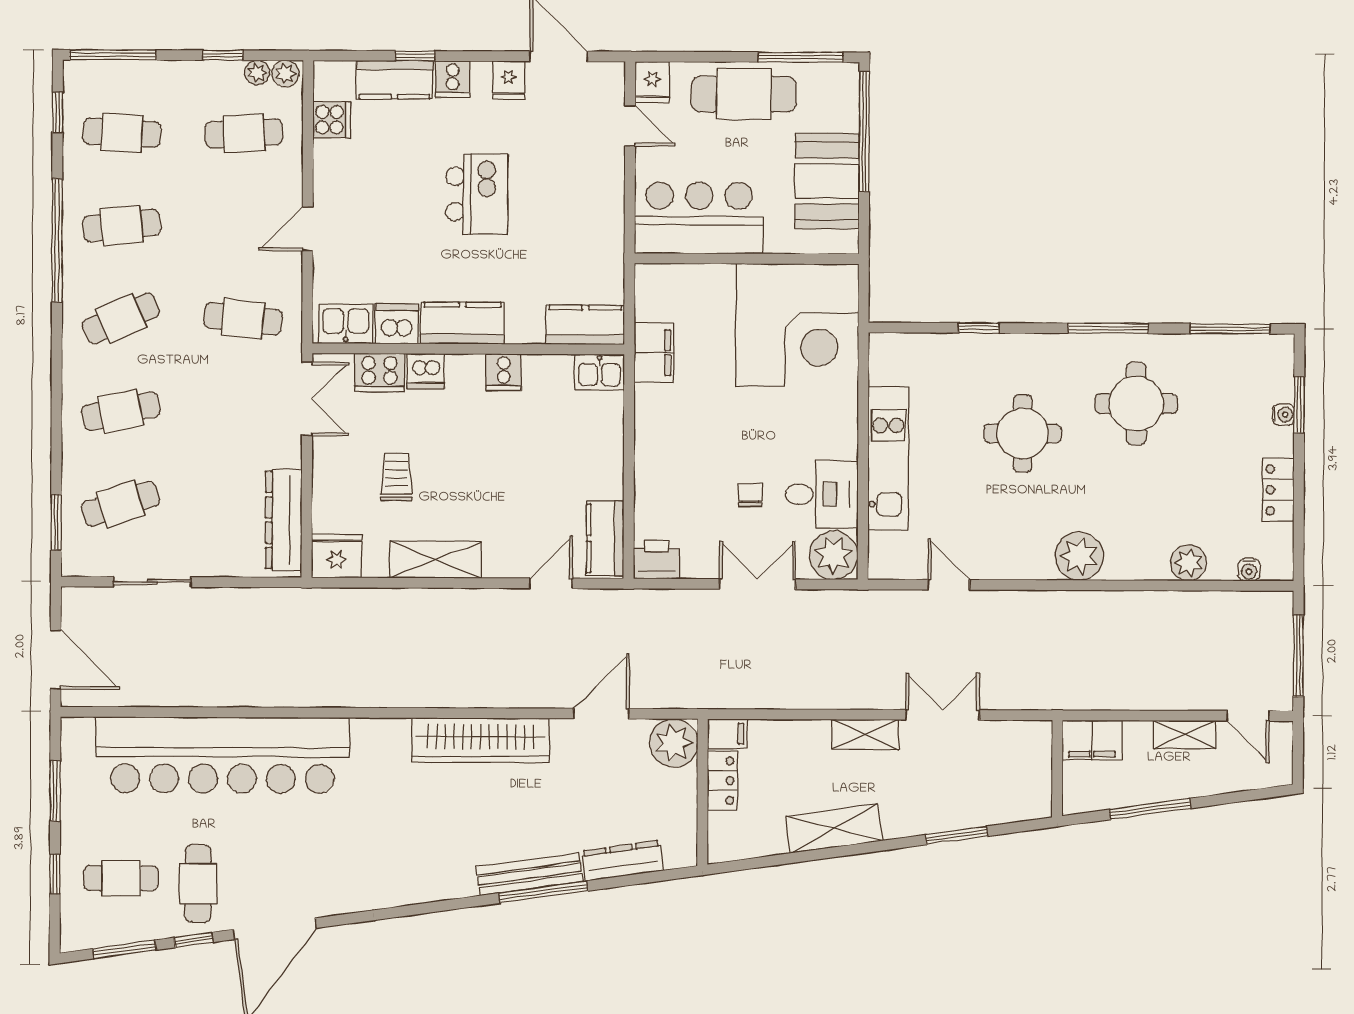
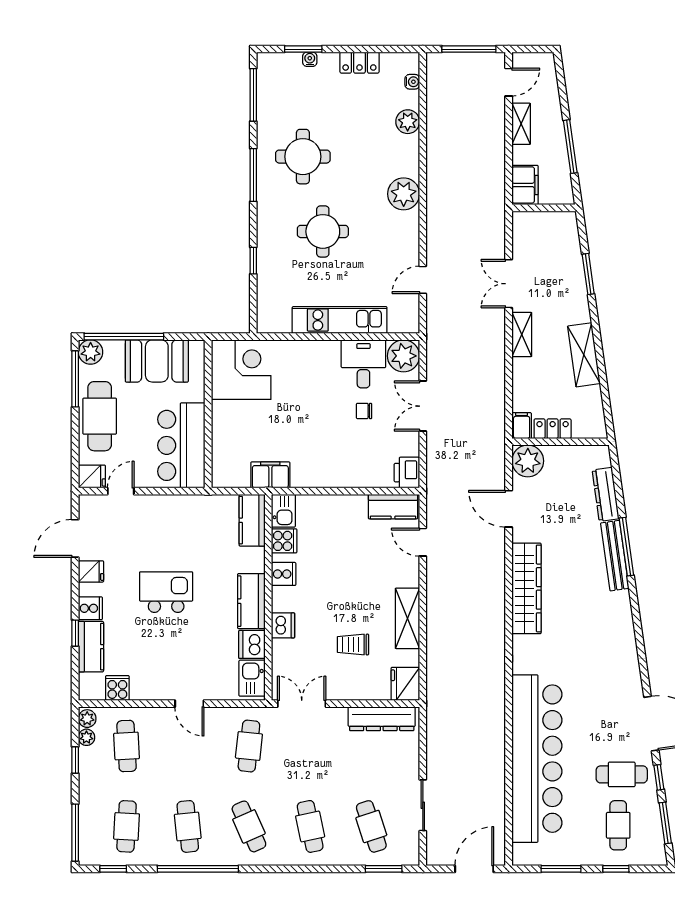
plant: (841, 81) -> (91, 352), added
corner desk: (797, 325) -> (241, 370), width x0.74, depth x0.74
cooker: (379, 373) -> (284, 541), moved, width x0.73

